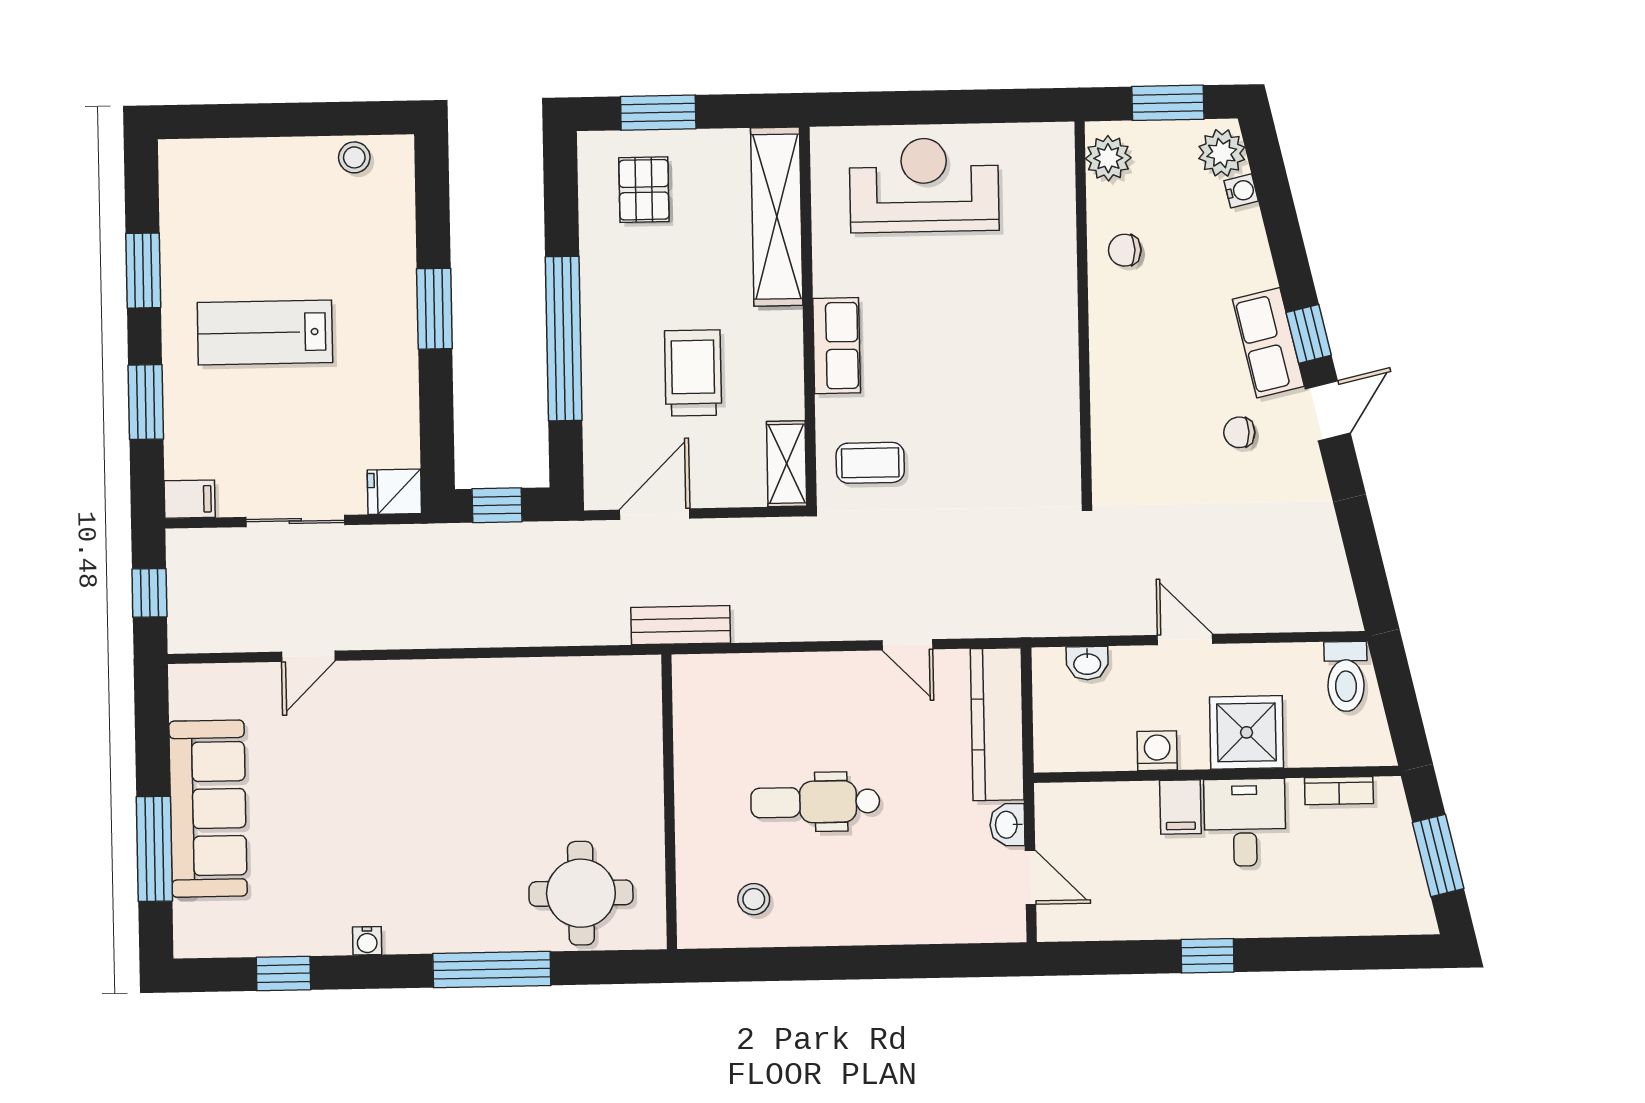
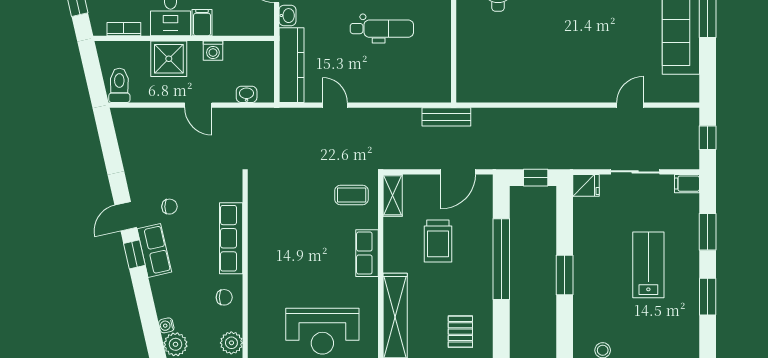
lab bench: (265, 332) -> (648, 265), turned -90
row of seats: (1113, 370) -> (231, 238), added

